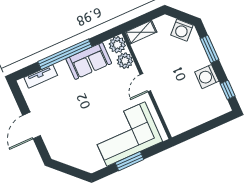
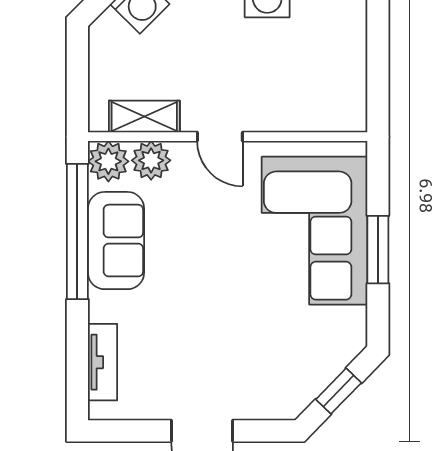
shelving: (141, 32) -> (144, 116), moved, turned 90
window: (65, 54) -> (77, 232), moved
window: (70, 170) -> (339, 391), added

